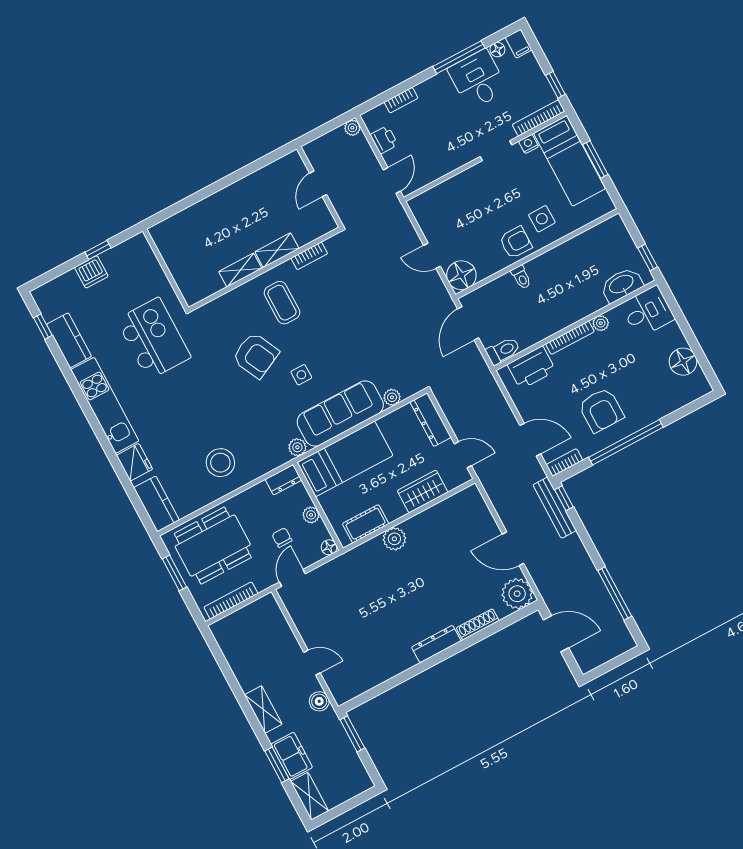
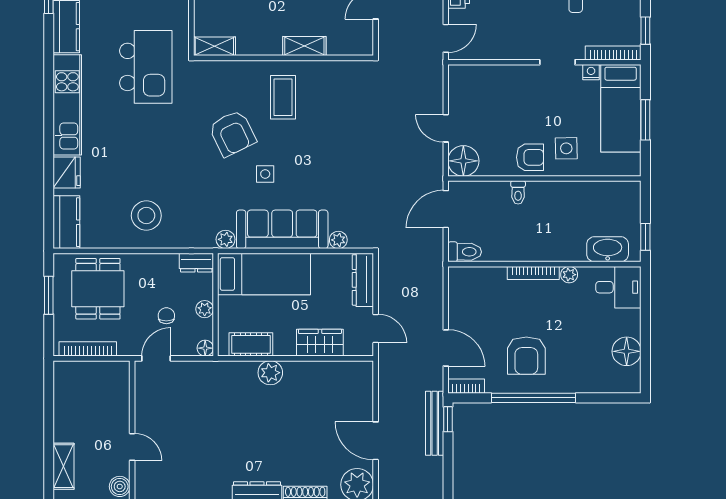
bookcase: (309, 256) -> (332, 67), removed
shelving: (240, 270) -> (214, 46), moved
printer: (531, 368) -> (483, 282), removed
dining table: (213, 546) -> (98, 289), width x0.73

